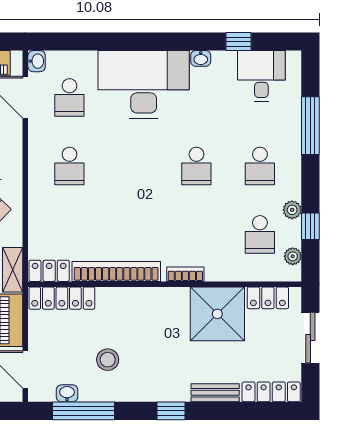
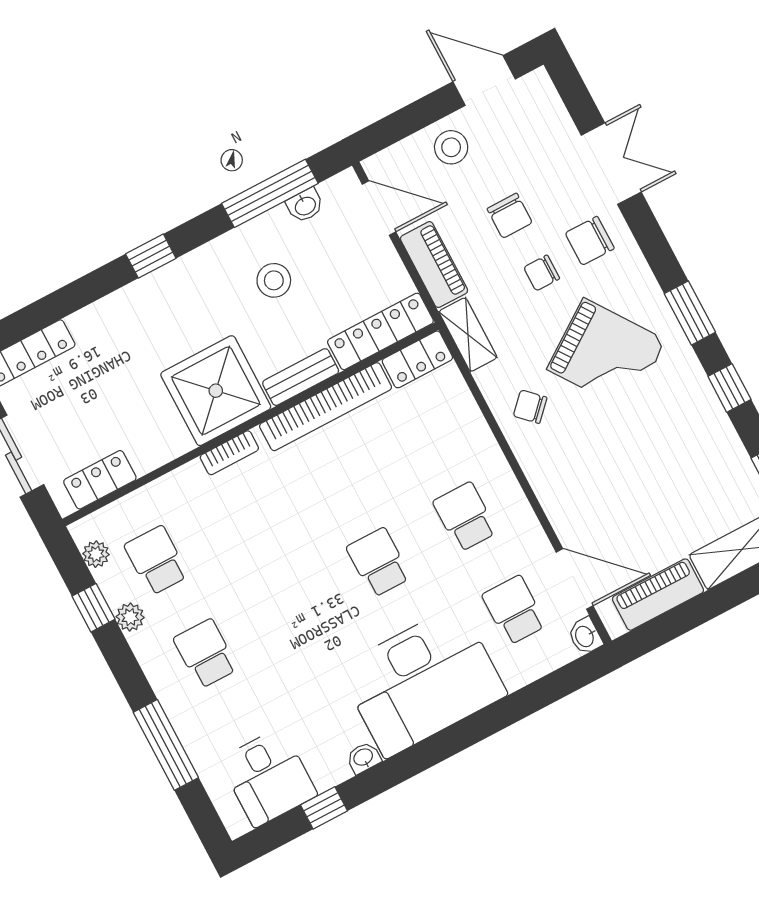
school desk: (196, 166) -> (378, 562), moved
shower: (217, 314) -> (216, 391), moved
bench: (215, 393) -> (301, 377), moved

